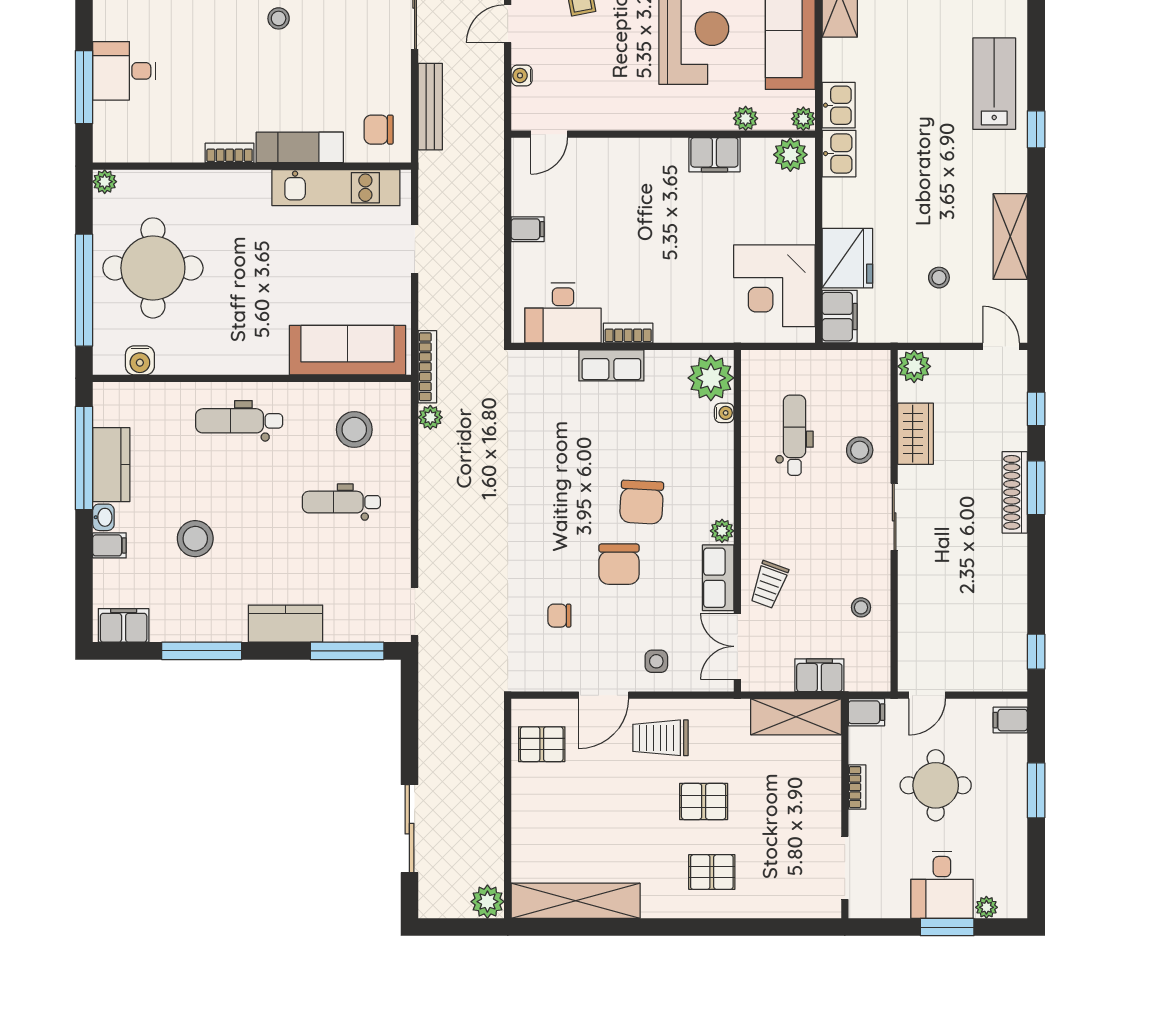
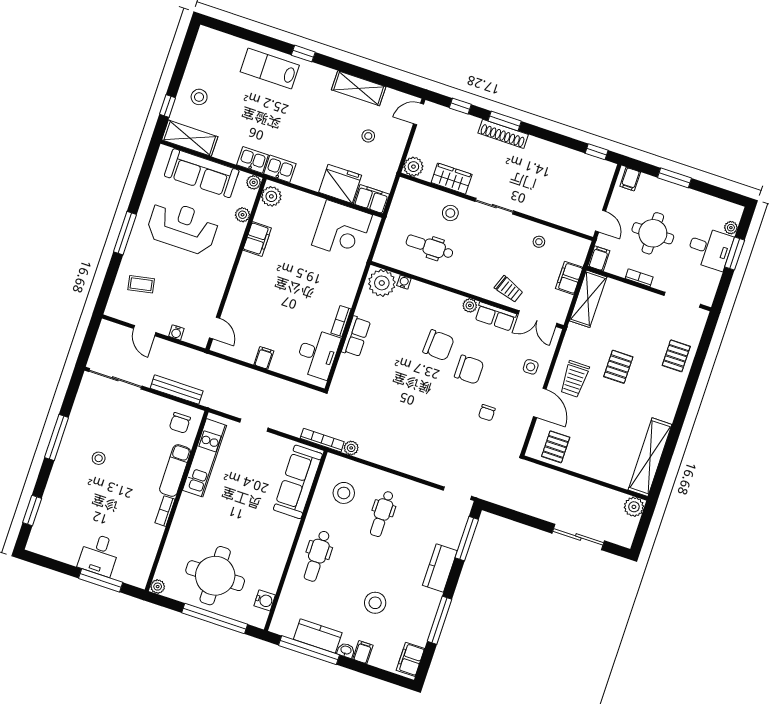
pallet: (712, 872) -> (676, 356), moved

